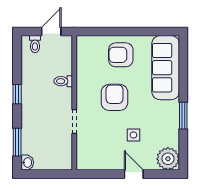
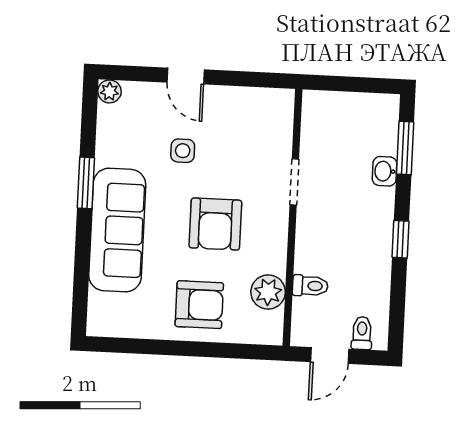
plant: (85, 63) -> (268, 292), added
sofa: (166, 68) -> (117, 230), moved
toilet: (63, 81) -> (310, 286), moved
plant: (168, 159) -> (109, 91), width x0.53, depth x0.53
washbasin: (27, 162) -> (385, 171), moved

